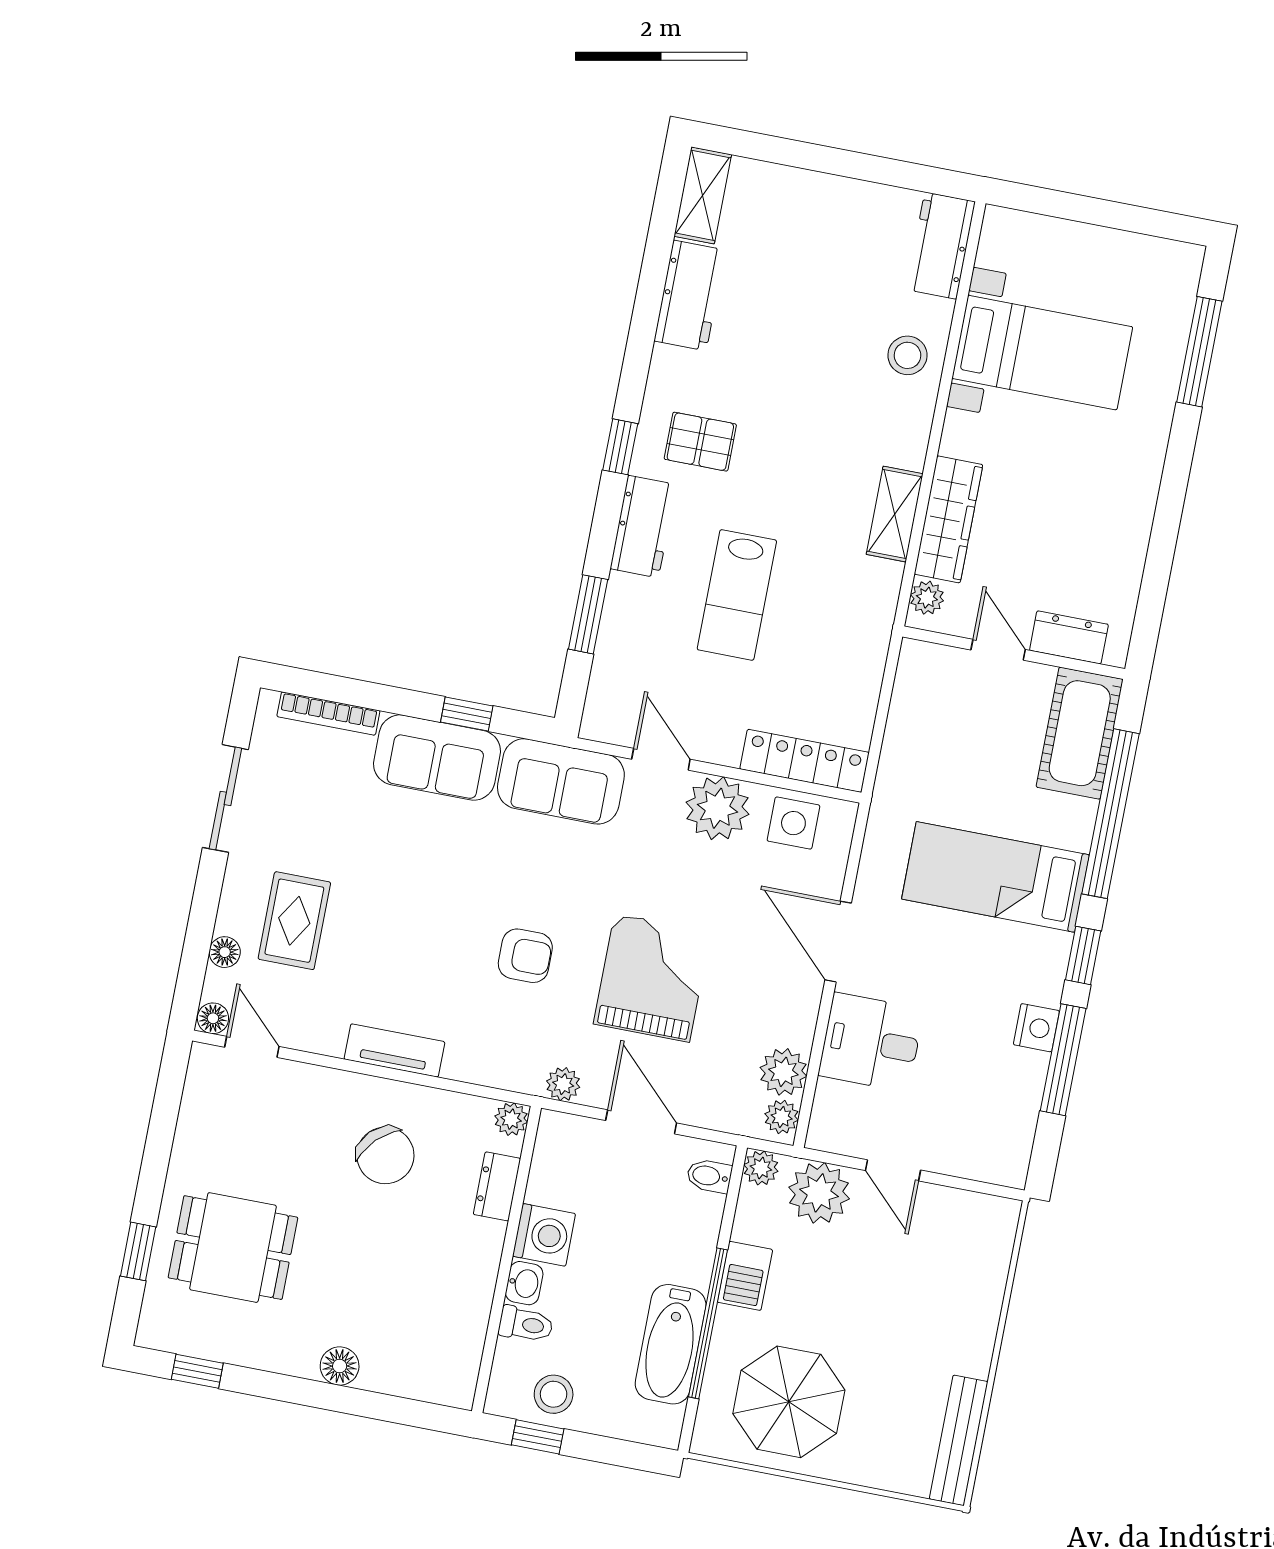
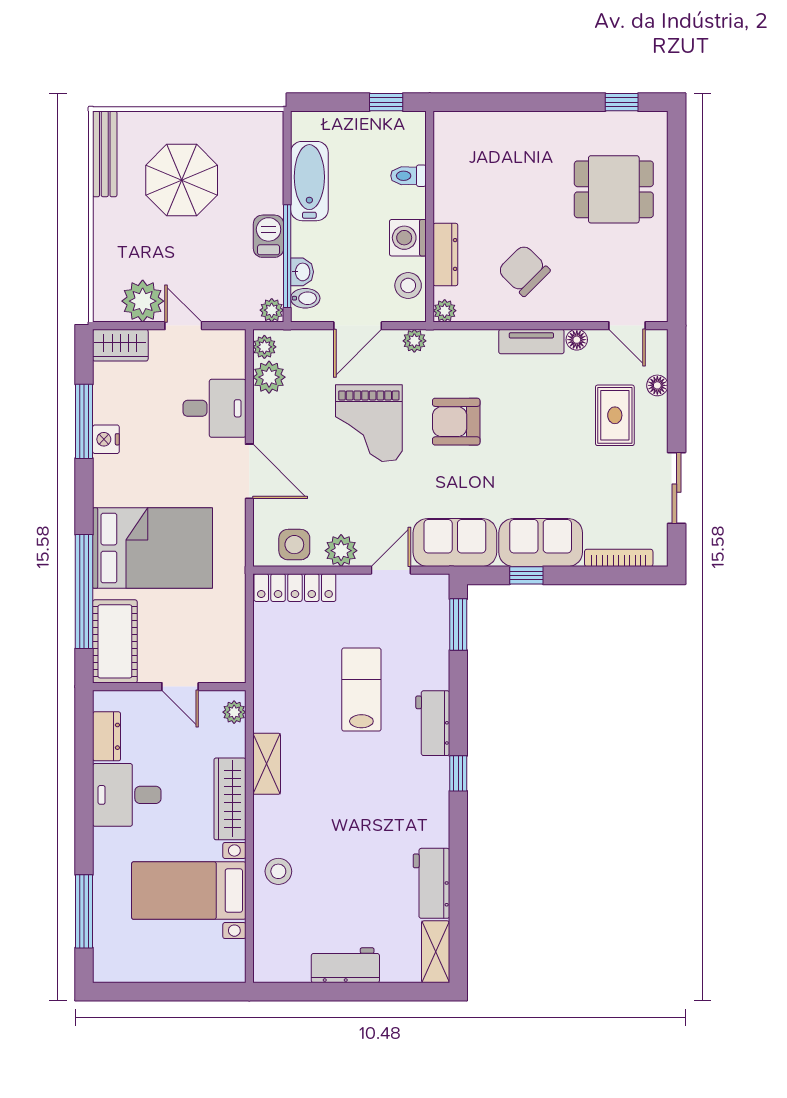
workbench: (941, 246) -> (345, 965), moved, turned -90
pallet: (700, 442) -> (405, 787), removed
desk: (1105, 508) -> (127, 795), added
wardrobe: (948, 519) -> (230, 799), moved
window: (588, 614) -> (458, 625), moved
dresser: (1069, 637) -> (107, 736), moved, turned -90
door: (661, 759) -> (391, 570), swing flipped
plant: (717, 808) -> (341, 551), width x0.73, depth x0.73
bed: (996, 877) -> (153, 548), width x1.50
window: (1083, 955) -> (84, 493), removed
armchair: (525, 956) -> (456, 422), width x1.38, depth x1.38
floor lamp: (213, 1018) -> (577, 340), moved
door: (641, 1122) -> (358, 326), hinge flipped
wardrobe: (989, 1160) -> (120, 345), added
dresser: (497, 1186) -> (445, 254), width x1.44
plant: (819, 1193) -> (143, 301), moved
window: (138, 1251) -> (677, 175), removed
washbasin: (524, 1283) -> (302, 272), moved, turned 180
window: (708, 1323) -> (287, 256), moved
floor lamp: (340, 1366) -> (527, 124), removed
stool: (554, 1394) -> (408, 285), moved
parasol: (789, 1402) -> (182, 180), moved

